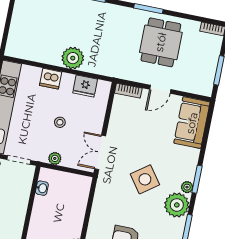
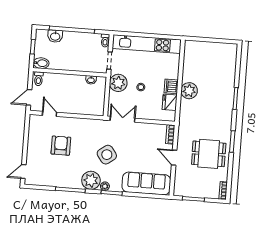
dishwasher: (51, 79) -> (171, 86), moved
sofa: (192, 123) -> (146, 183), width x1.36
plant: (55, 158) -> (118, 83), width x1.87, depth x1.87

